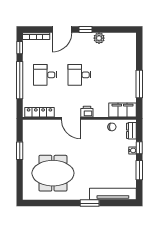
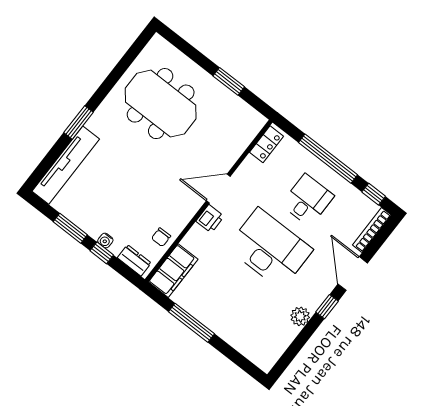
desk: (79, 75) -> (270, 249), width x1.87, depth x1.30
locker: (39, 112) -> (266, 144), width x0.66
meeting table: (53, 173) -> (161, 104), turned 90

